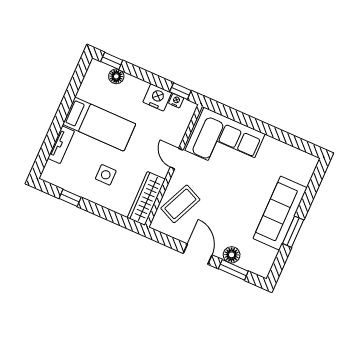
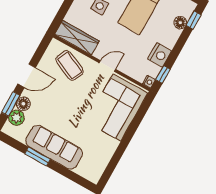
nightstand: (176, 101) -> (149, 82), moved
plant: (249, 262) -> (16, 118), added

